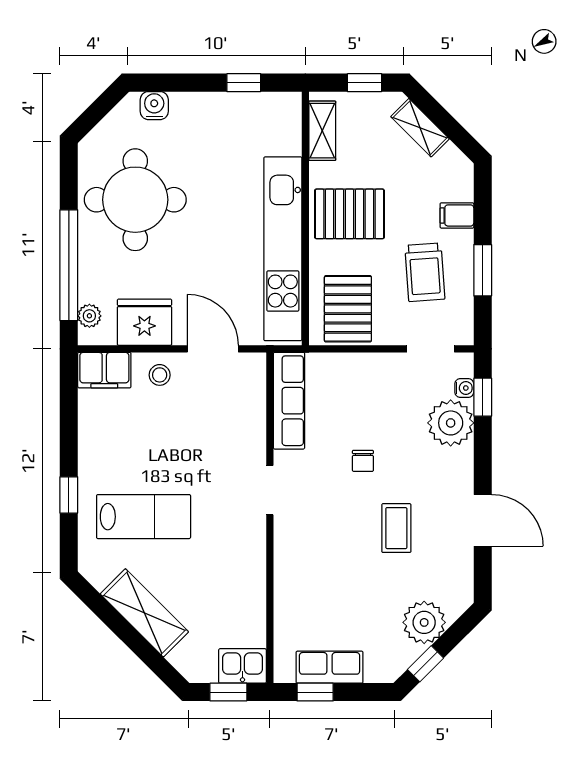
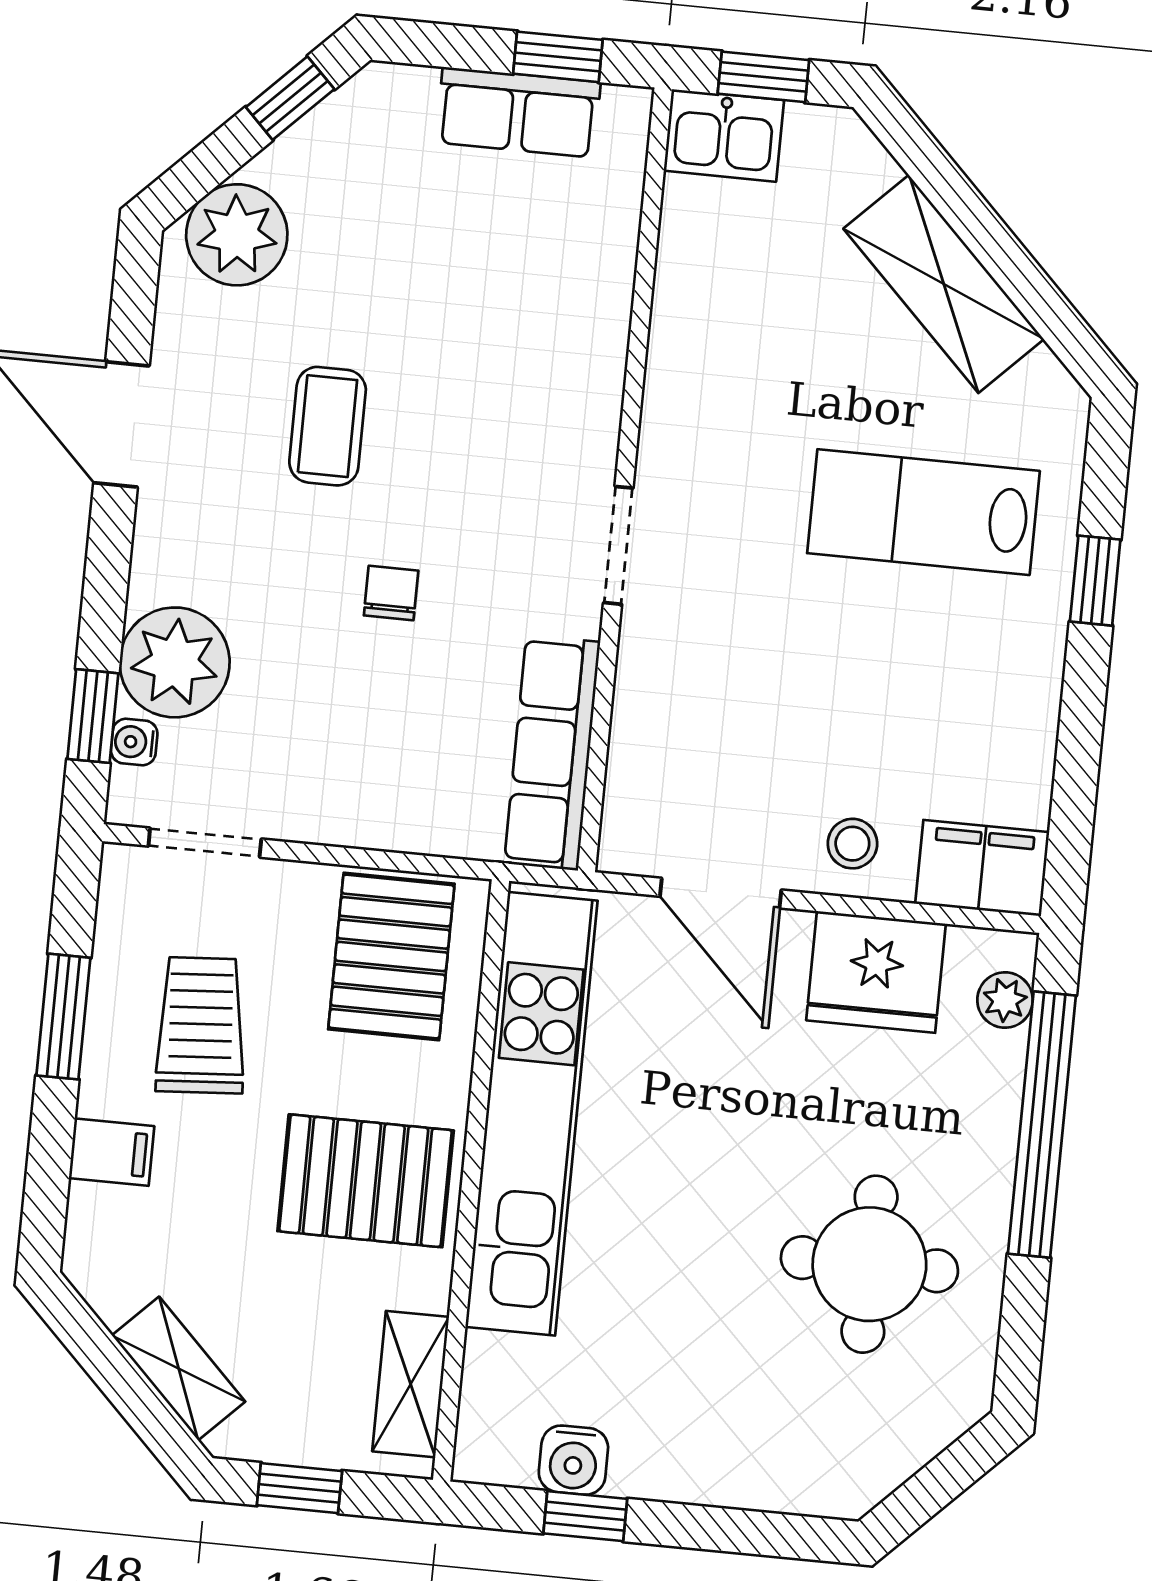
water cooler: (154, 106) -> (573, 1460), moved
round table: (135, 200) -> (869, 1264), width x0.73, depth x0.73
plant: (424, 622) -> (237, 235), moved

